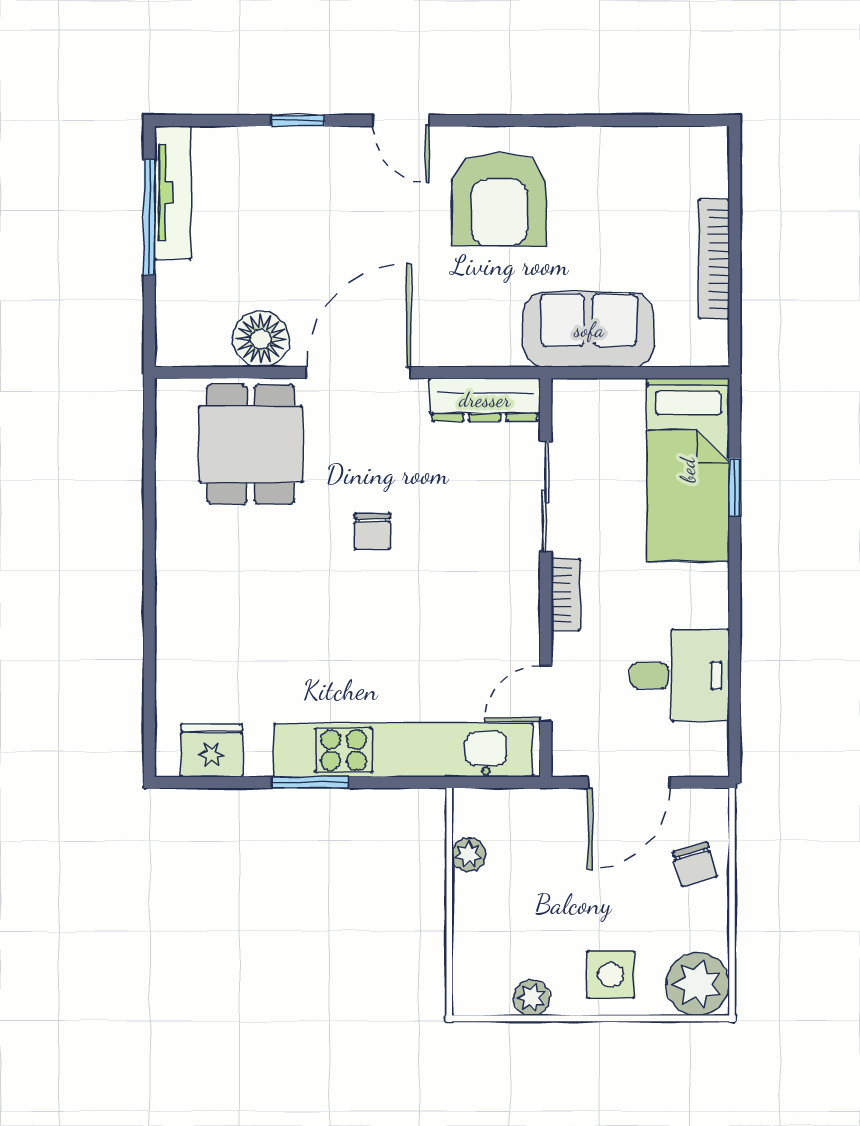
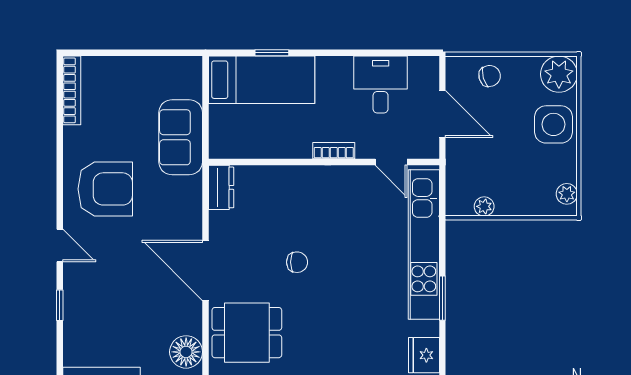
door: (401, 120) -> (60, 246), hinge flipped
bookcase: (714, 259) -> (72, 90), moved, turned -90
floor lamp: (261, 339) -> (186, 352), moved
dresser: (485, 400) -> (221, 187), width x0.70
sliding door: (546, 496) -> (277, 162), removed
side table: (611, 975) -> (553, 124), width x1.37, depth x1.37
plant: (532, 998) -> (567, 194), moved

